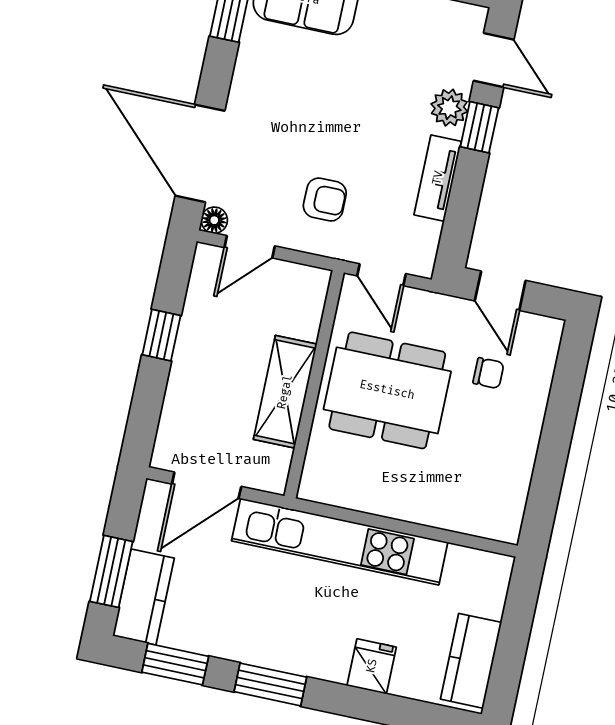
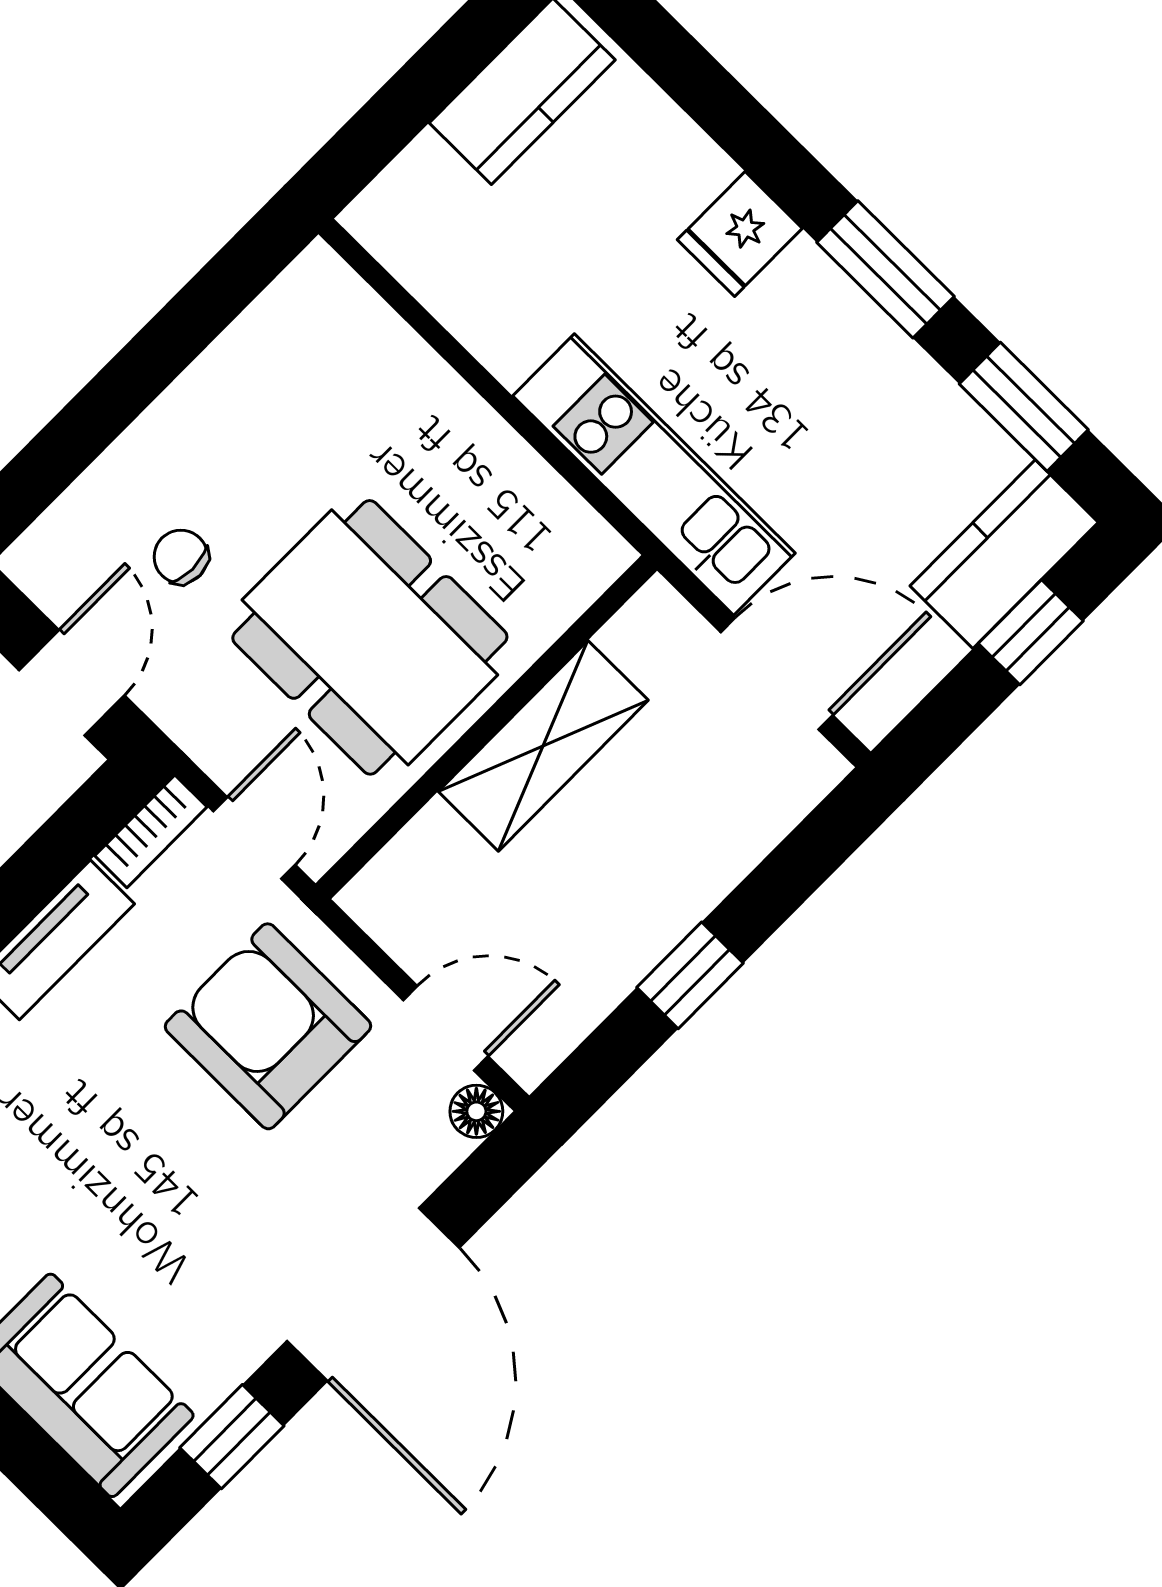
door: (200, 153) -> (373, 1294), moved
armchair: (325, 200) -> (268, 1026), width x1.88, depth x1.88
bookcase: (427, 250) -> (151, 831), added
kitchen unit: (340, 542) -> (654, 475), width x0.73
window: (111, 571) -> (1031, 632), width x0.67
fridge: (372, 666) -> (740, 234), moved

